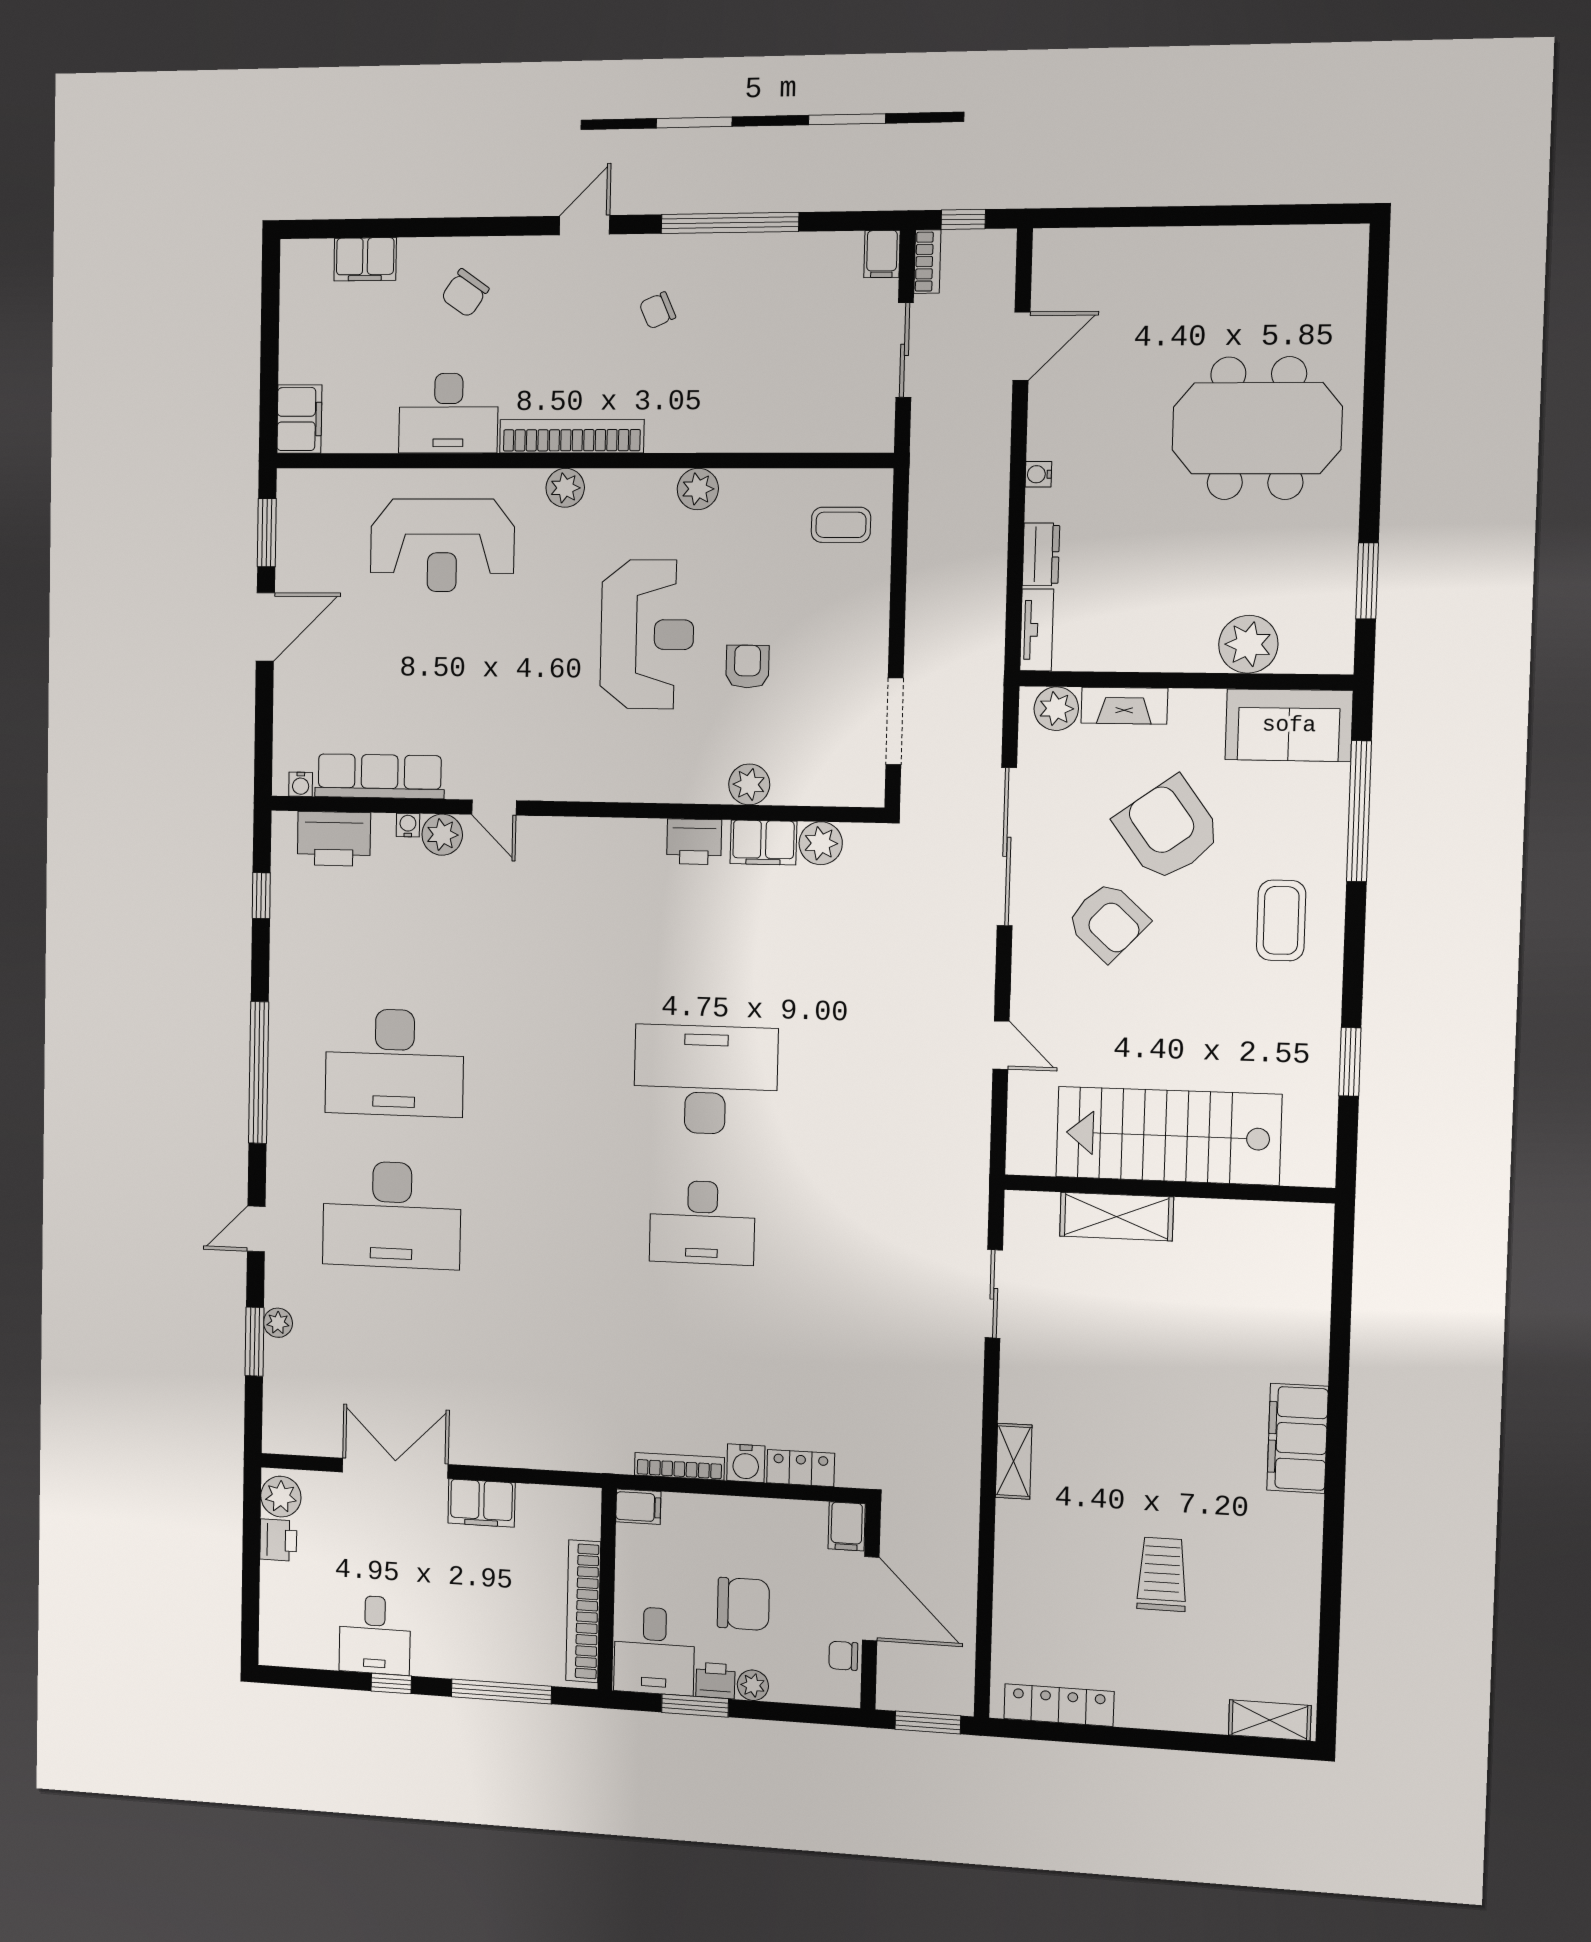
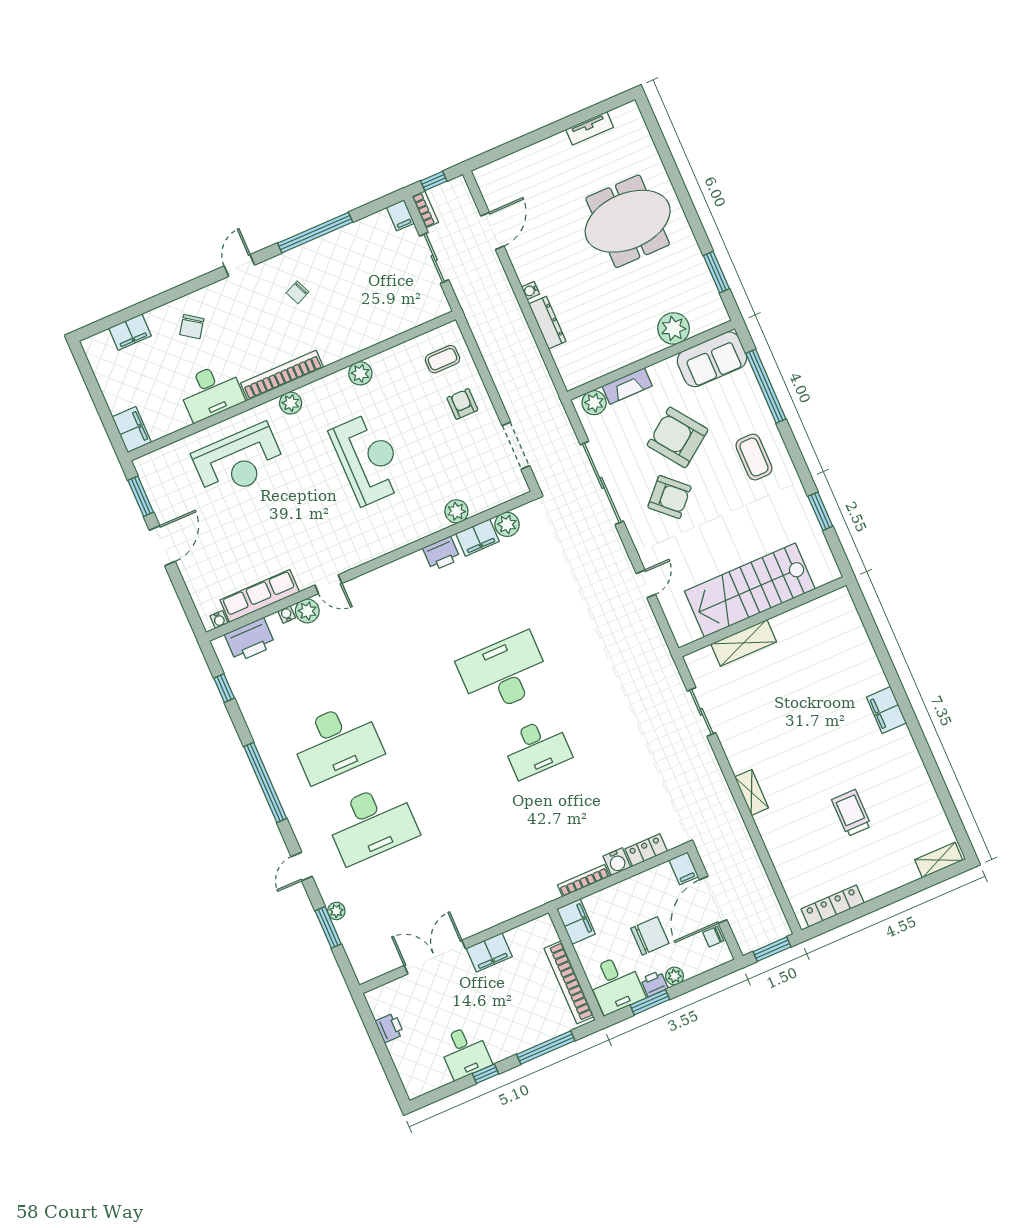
dresser: (1041, 554) -> (547, 323), width x1.44
tv unit: (1037, 630) -> (590, 128), moved, turned 90
armchair: (747, 667) -> (462, 404), moved
door: (1001, 1045) -> (646, 584), hinge flipped
filing cabinet: (1298, 1438) -> (886, 710), width x0.67, depth x0.86
plant: (281, 1497) -> (380, 1004), removed
filing cabinet: (638, 1507) -> (576, 921), width x2.00
door: (871, 1599) -> (713, 900), swing flipped

